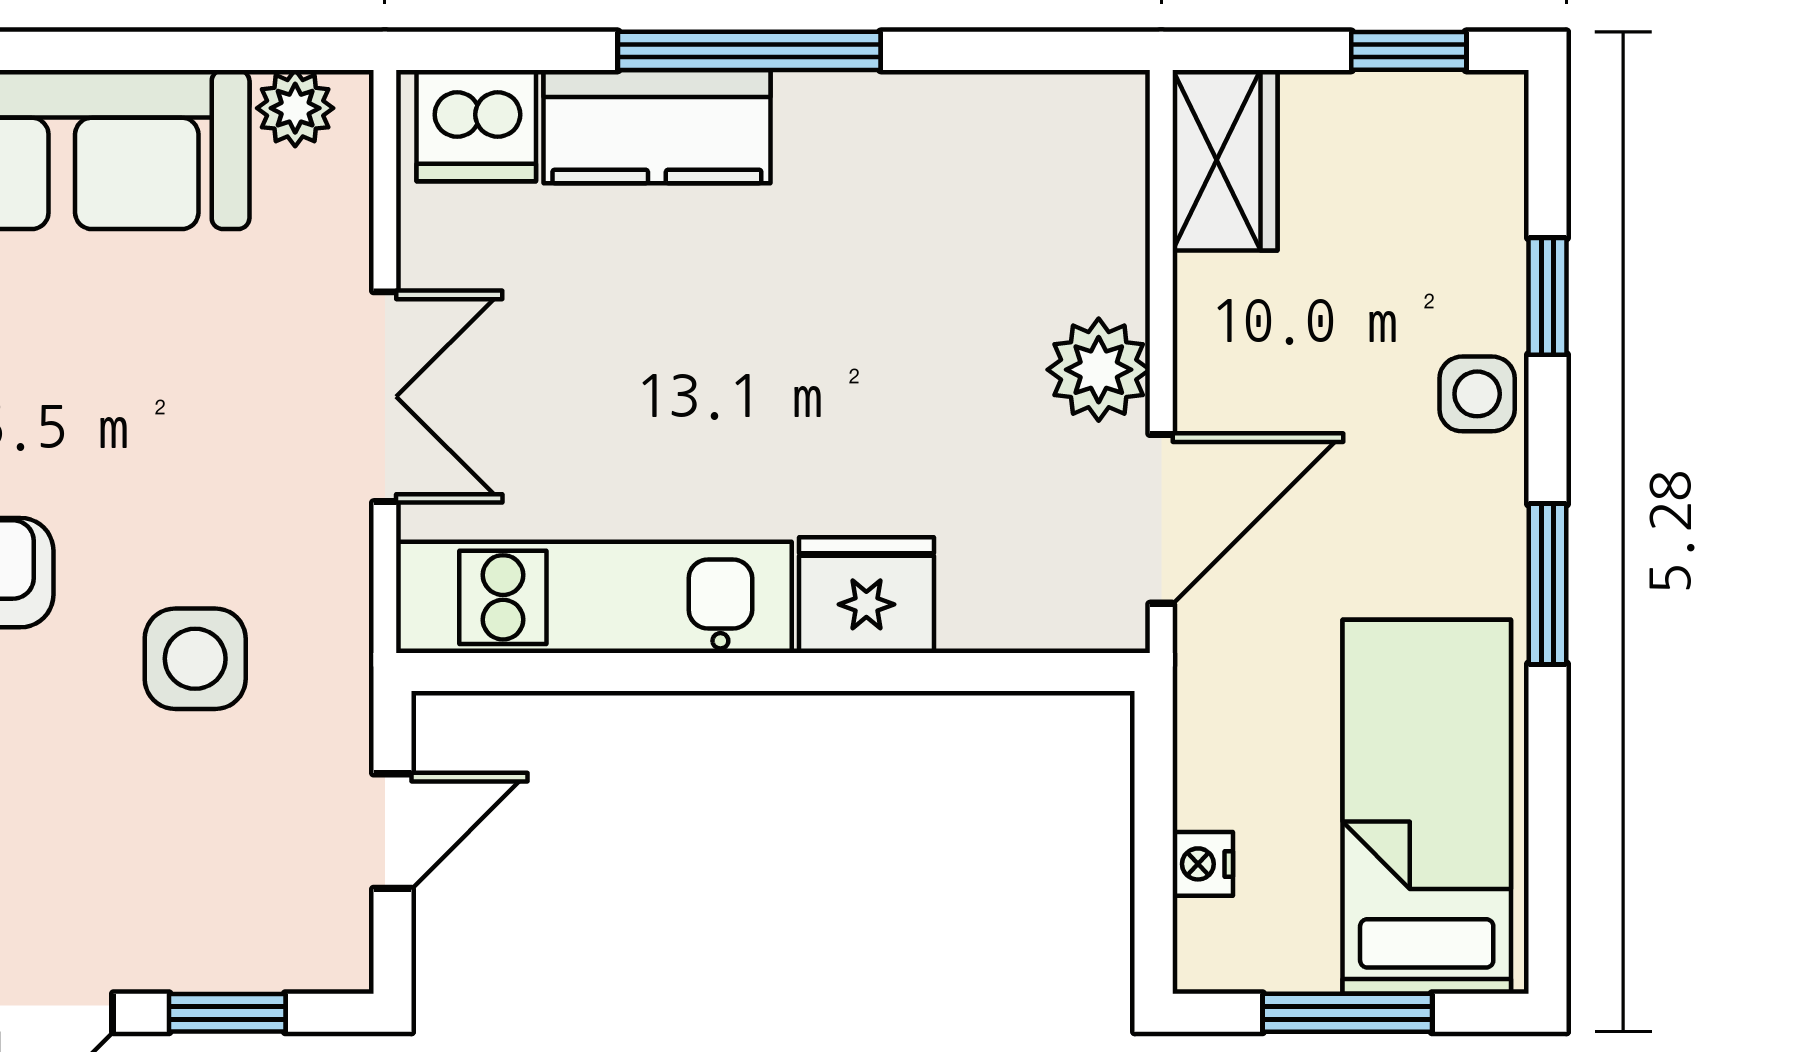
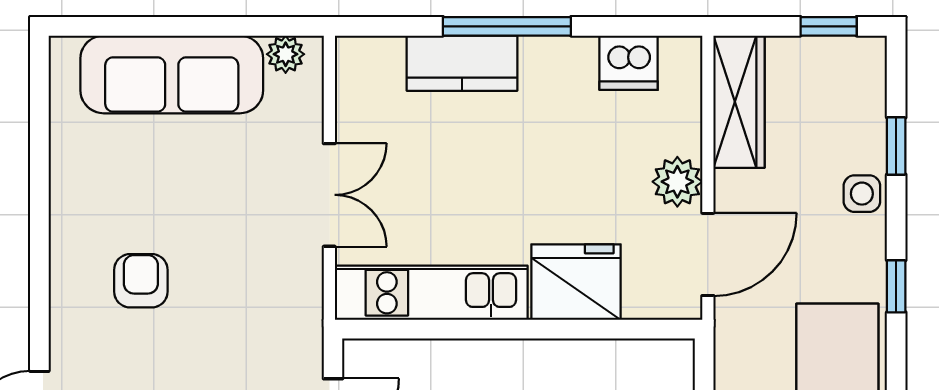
dishwasher: (476, 126) -> (629, 63), moved
wardrobe: (1225, 160) -> (739, 102), width x1.50
window: (1547, 584) -> (896, 286), width x0.67
fridge: (866, 595) -> (576, 282), width x1.36, depth x1.34
side table: (195, 659) -> (237, 323), removed

